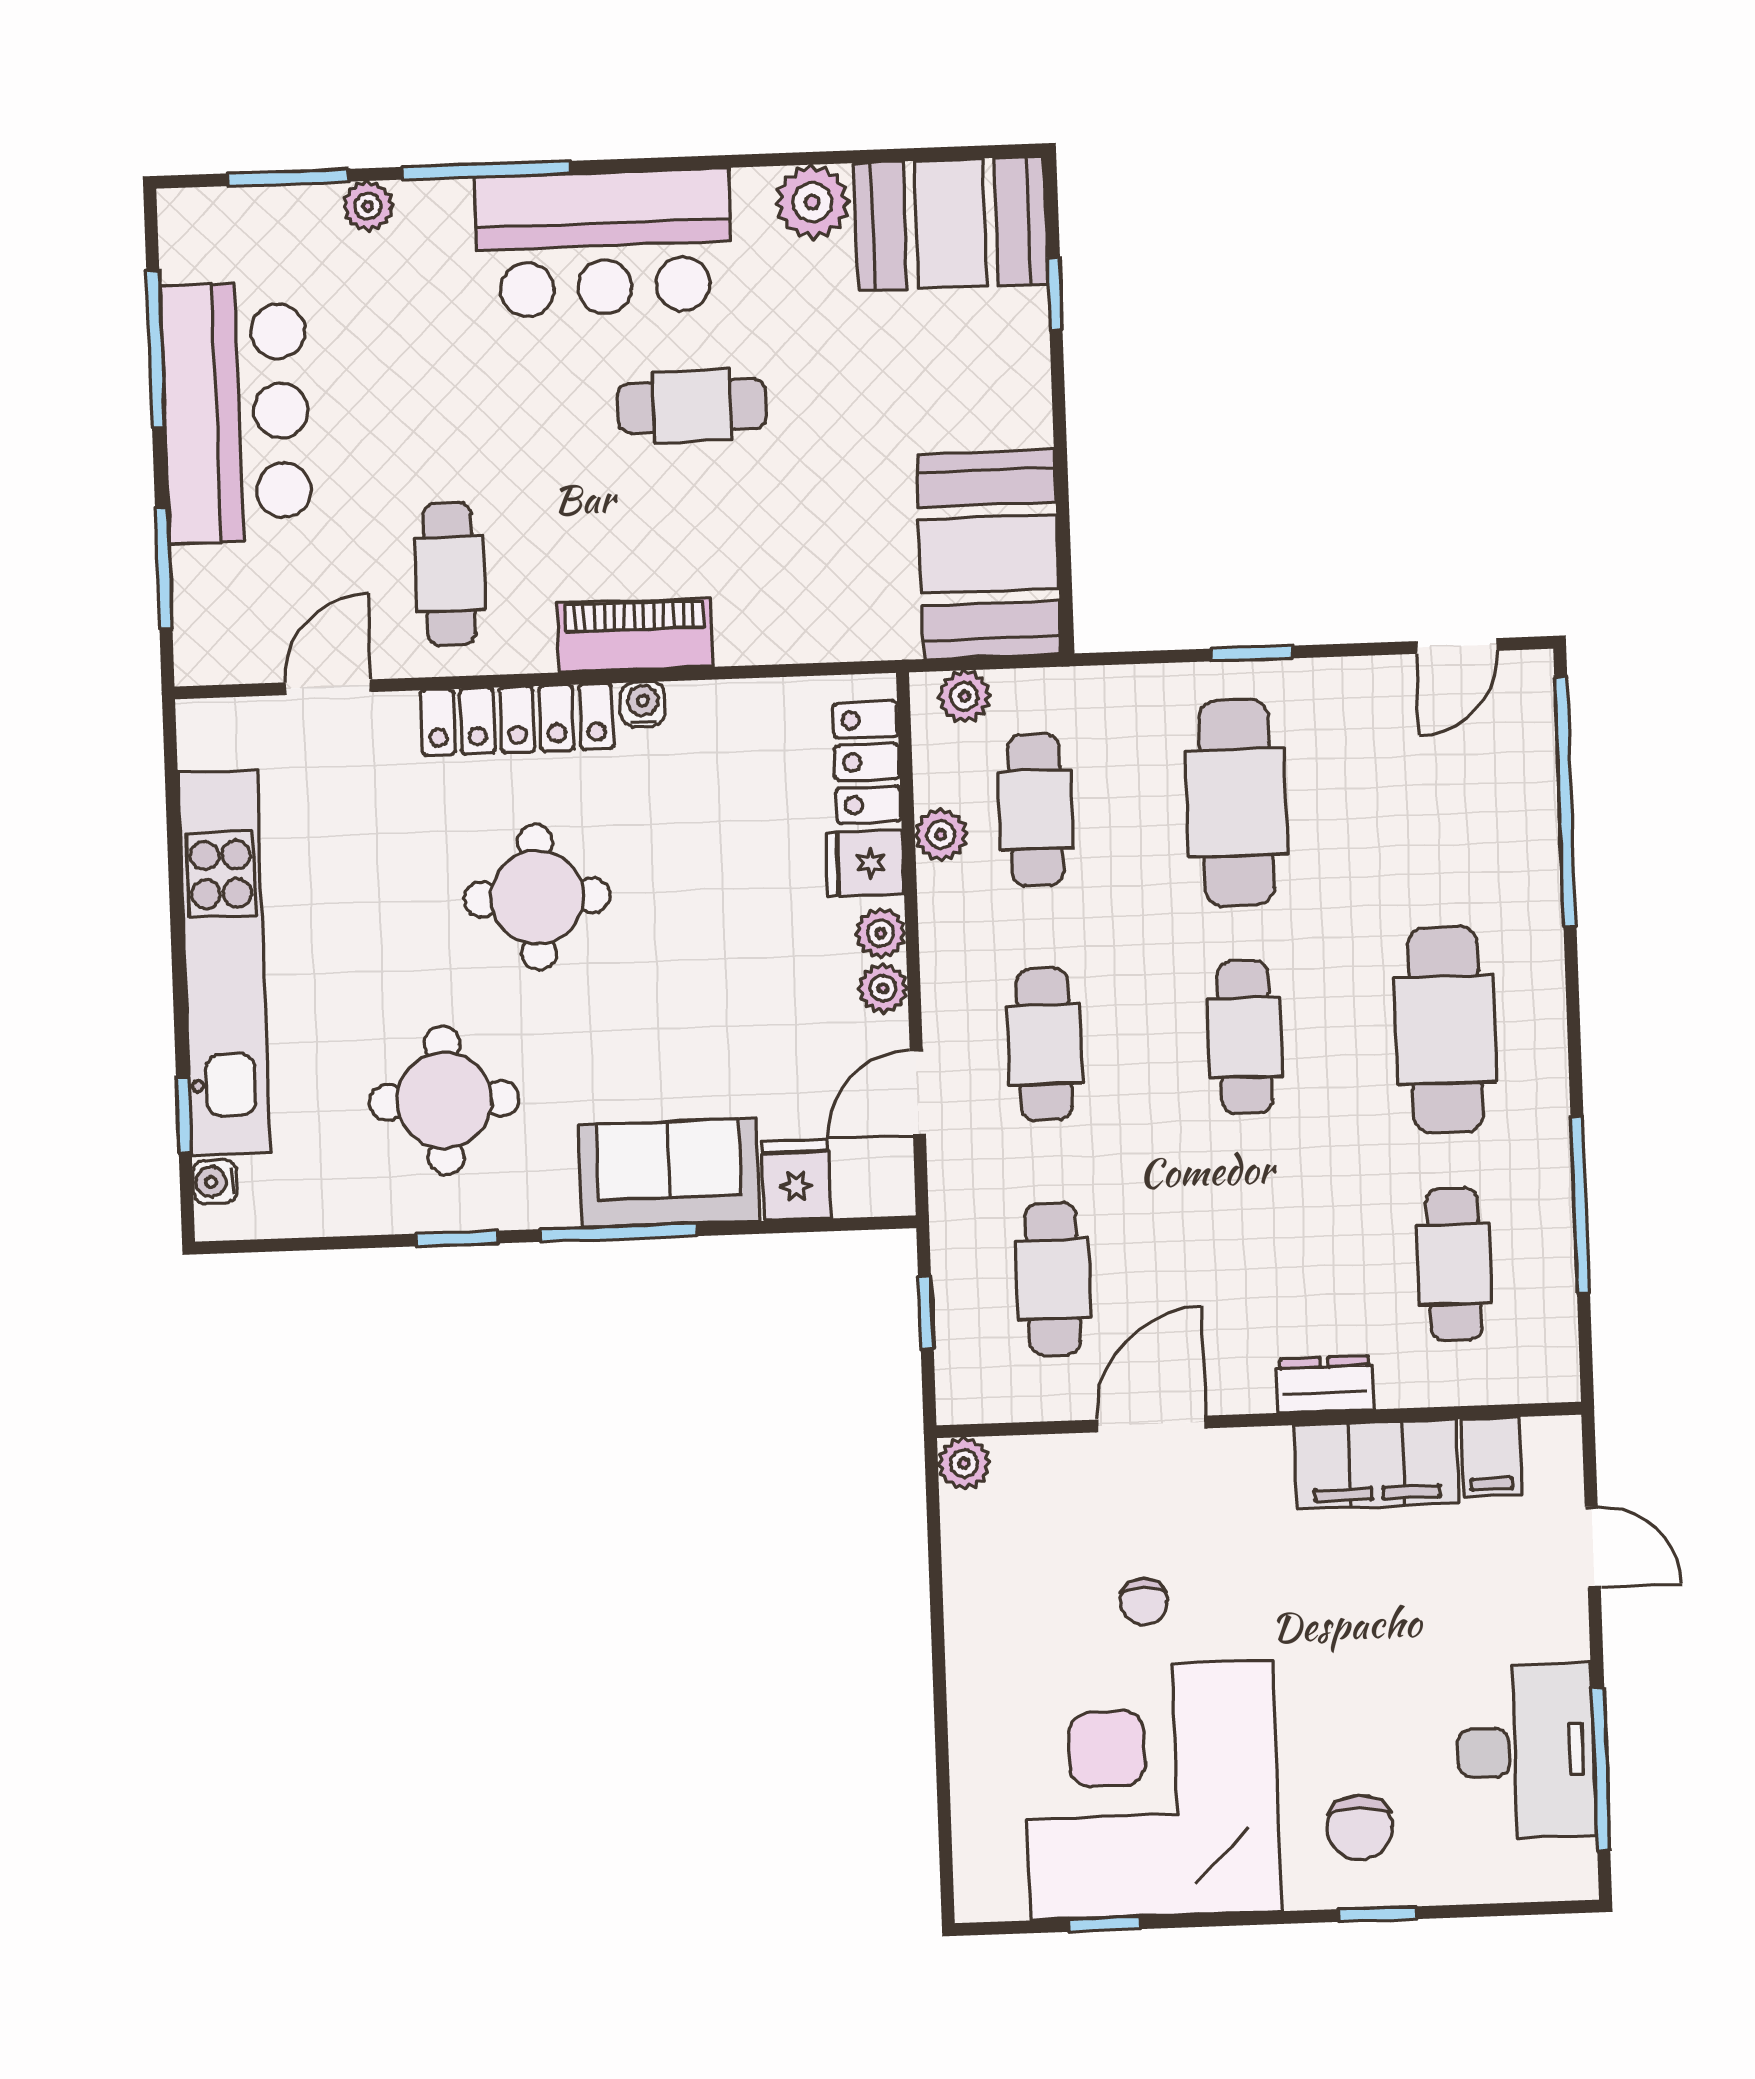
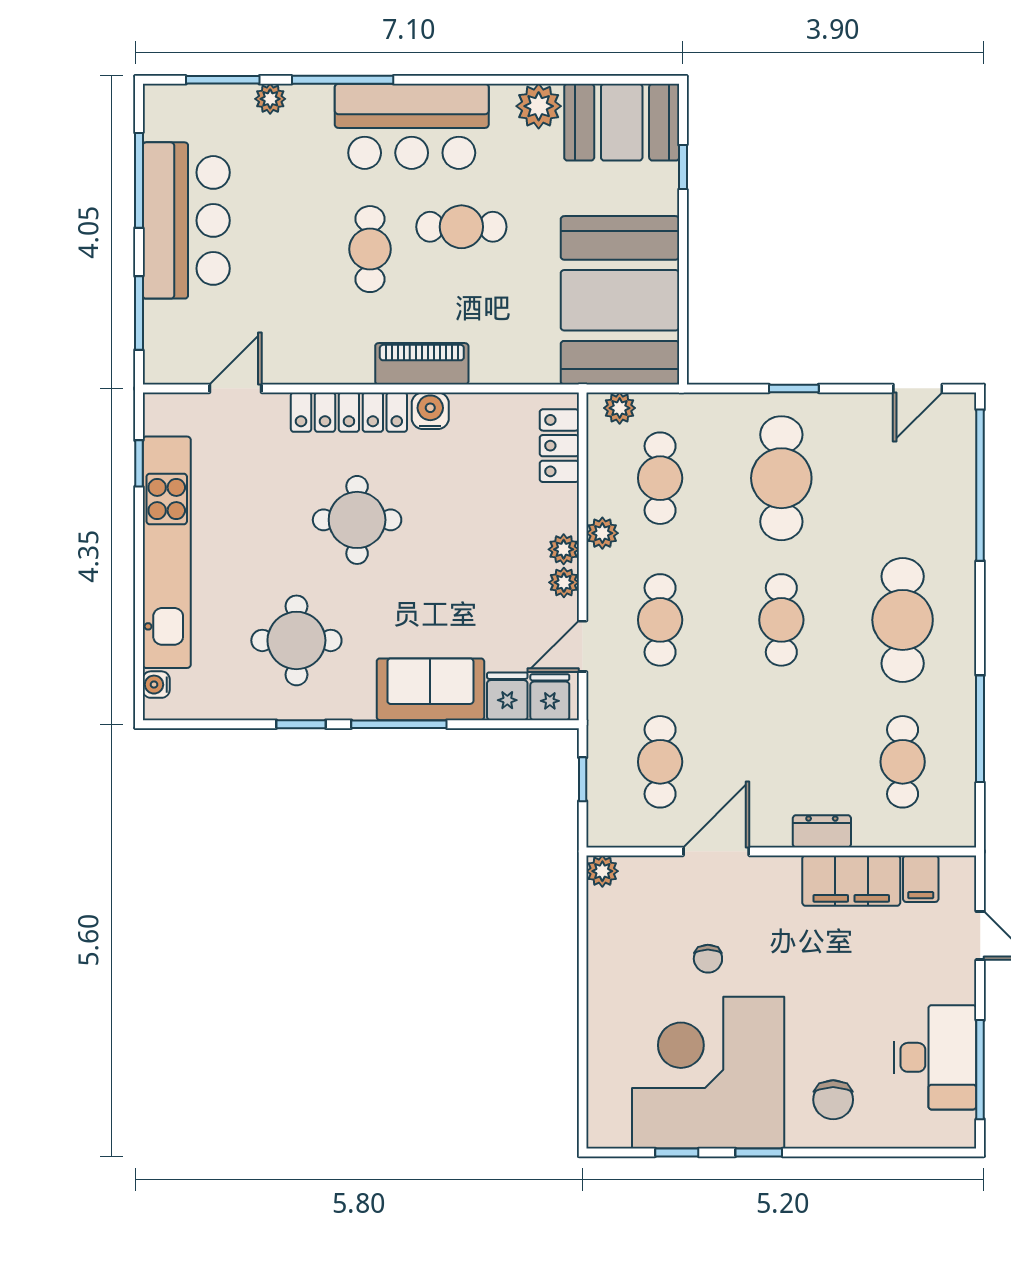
booth: (989, 554) -> (620, 300), width x1.36, depth x1.42
cafe table: (449, 574) -> (370, 249), moved
water cooler: (643, 704) -> (430, 411), width x1.38, depth x1.38
plant: (941, 835) -> (602, 533), moved
fridge: (865, 863) -> (550, 697), moved, turned 90
window: (184, 1115) -> (139, 463), moved
window: (1377, 1914) -> (759, 1152), moved

